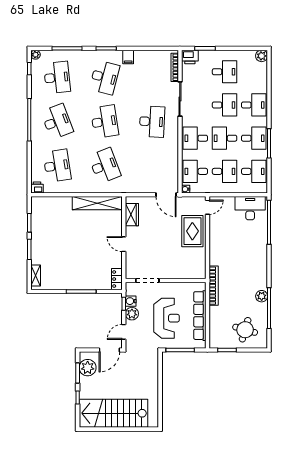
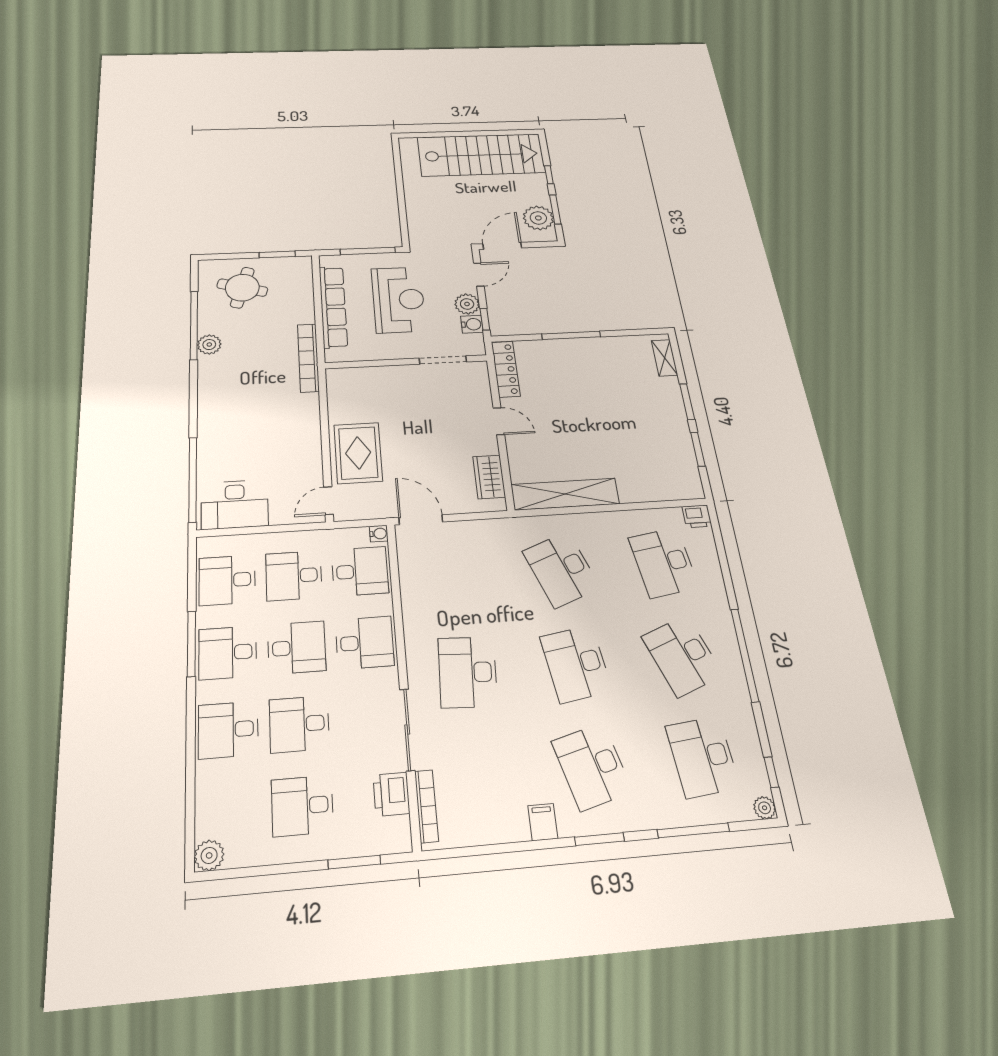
printer: (190, 57) -> (391, 794), moved, turned -90
desk: (105, 77) -> (592, 766), turned -30
locker: (117, 279) -> (506, 369), width x1.53
reception desk: (167, 318) -> (399, 300), turned 180

